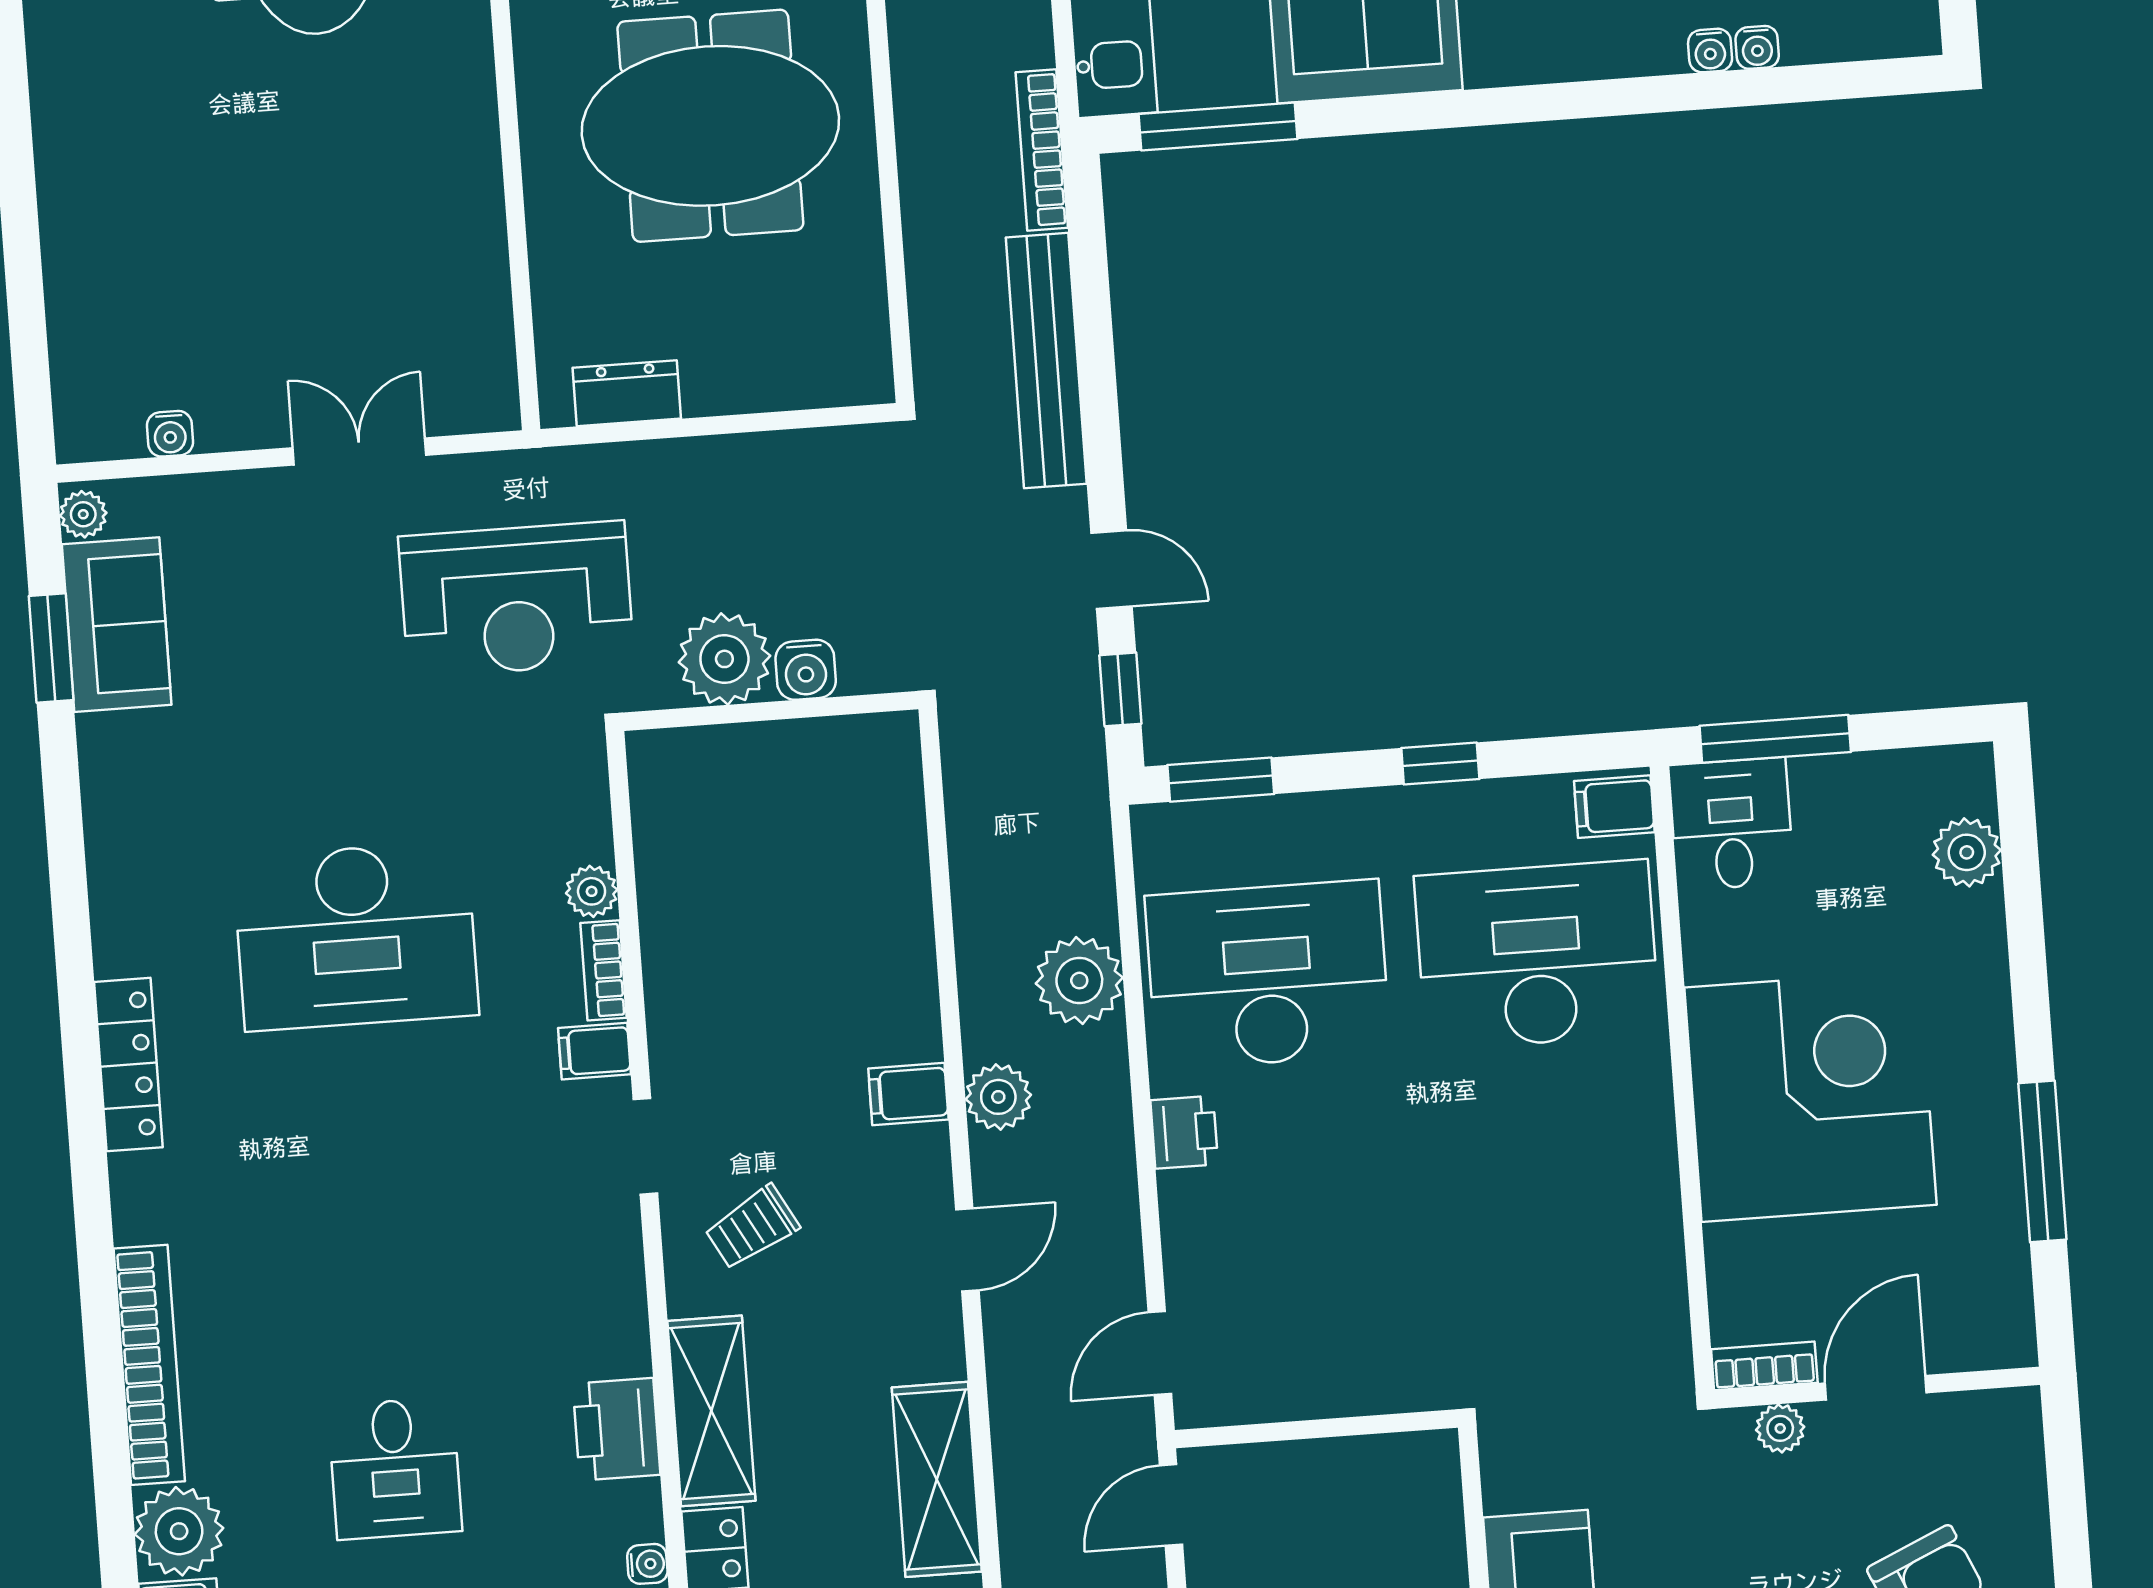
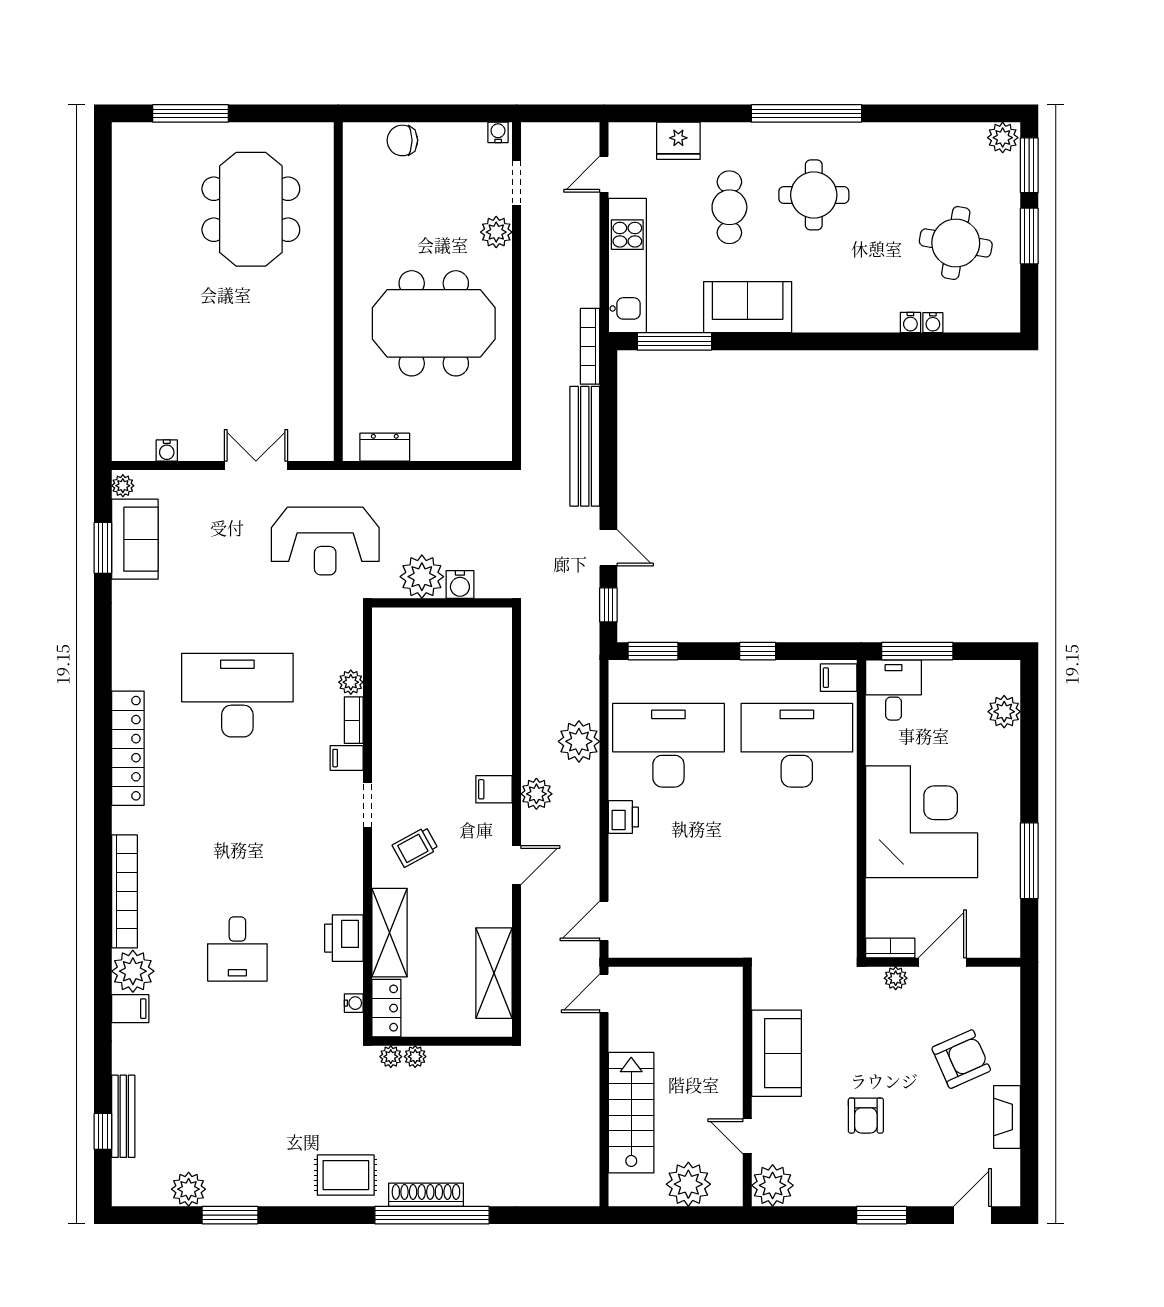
desk: (356, 936) -> (237, 695), turned 180
locker: (128, 1065) -> (128, 748), width x1.41, depth x1.21

